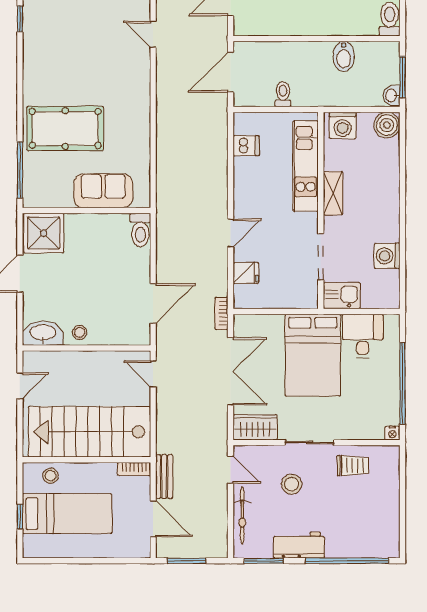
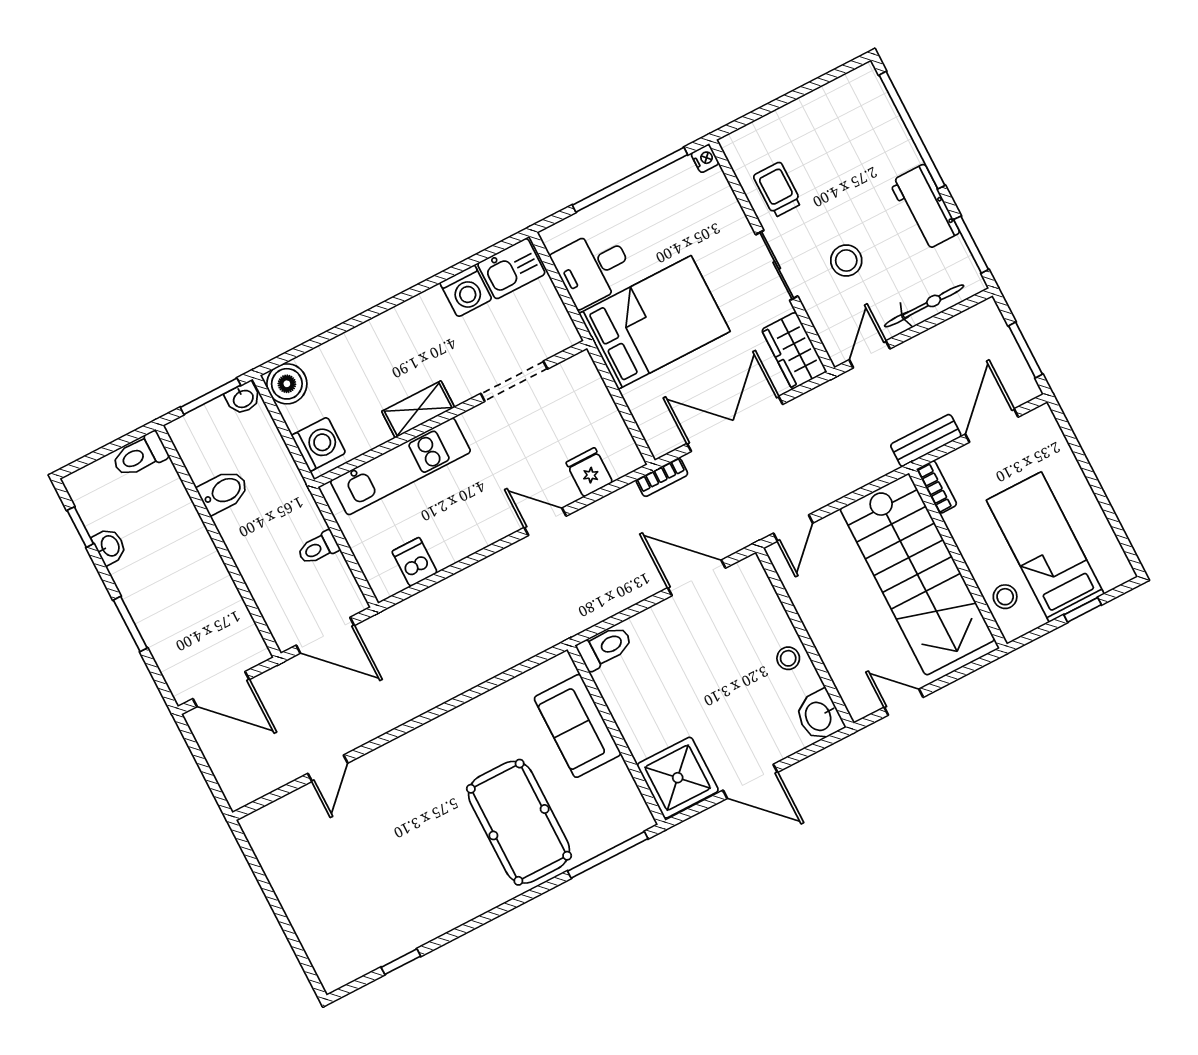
kitchen sink: (342, 296) -> (511, 269), moved, turned -90
washbasin: (43, 333) -> (819, 716), width x0.72

